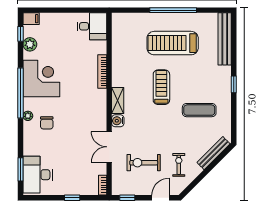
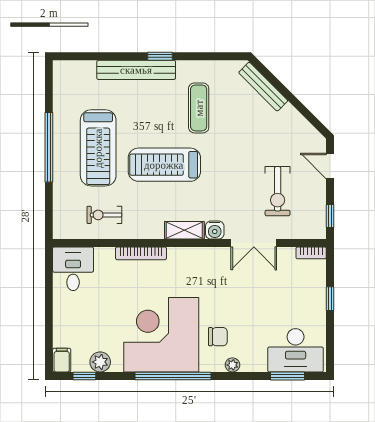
bench: (225, 39) -> (136, 70), moved
corner desk: (41, 79) -> (161, 335), width x1.36, depth x1.36
treadmill: (161, 87) -> (164, 165), width x1.37, depth x1.38
plant: (28, 116) -> (232, 365), moved
exercise bike: (179, 165) -> (104, 215), moved

